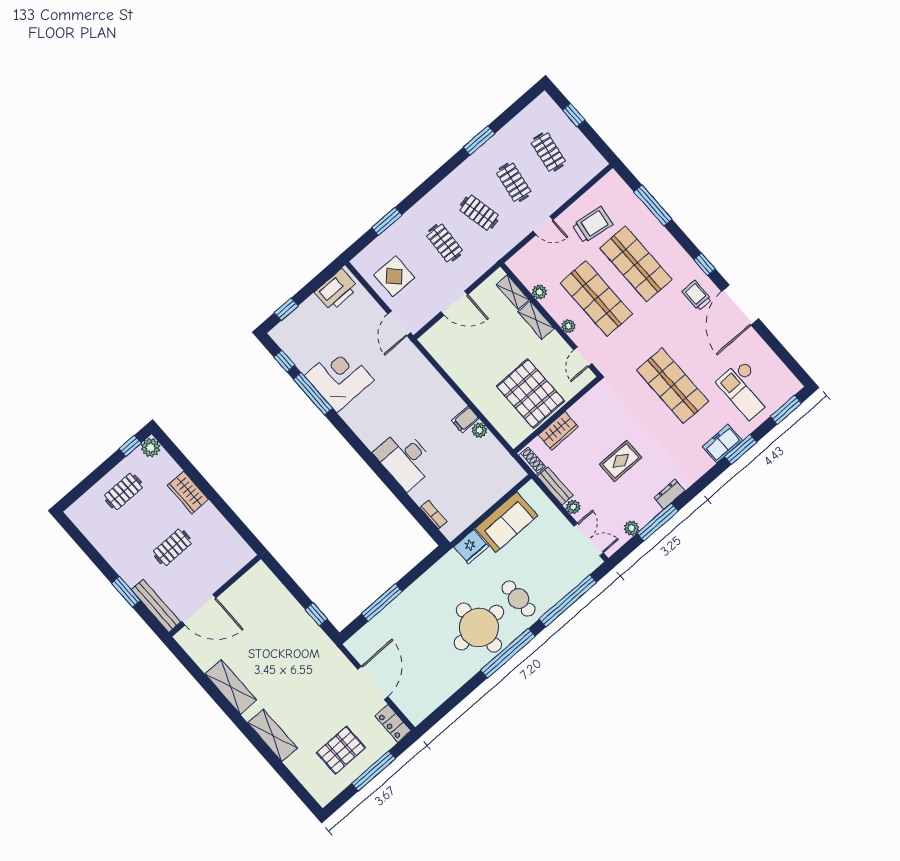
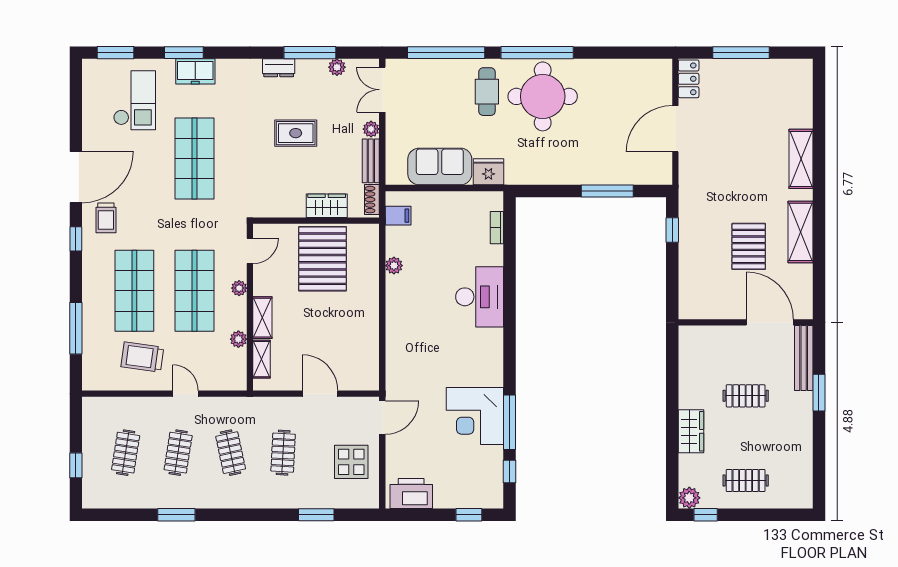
filing cabinet: (465, 420) -> (398, 216), moved
pallet: (341, 750) -> (749, 246), moved, turned 90

